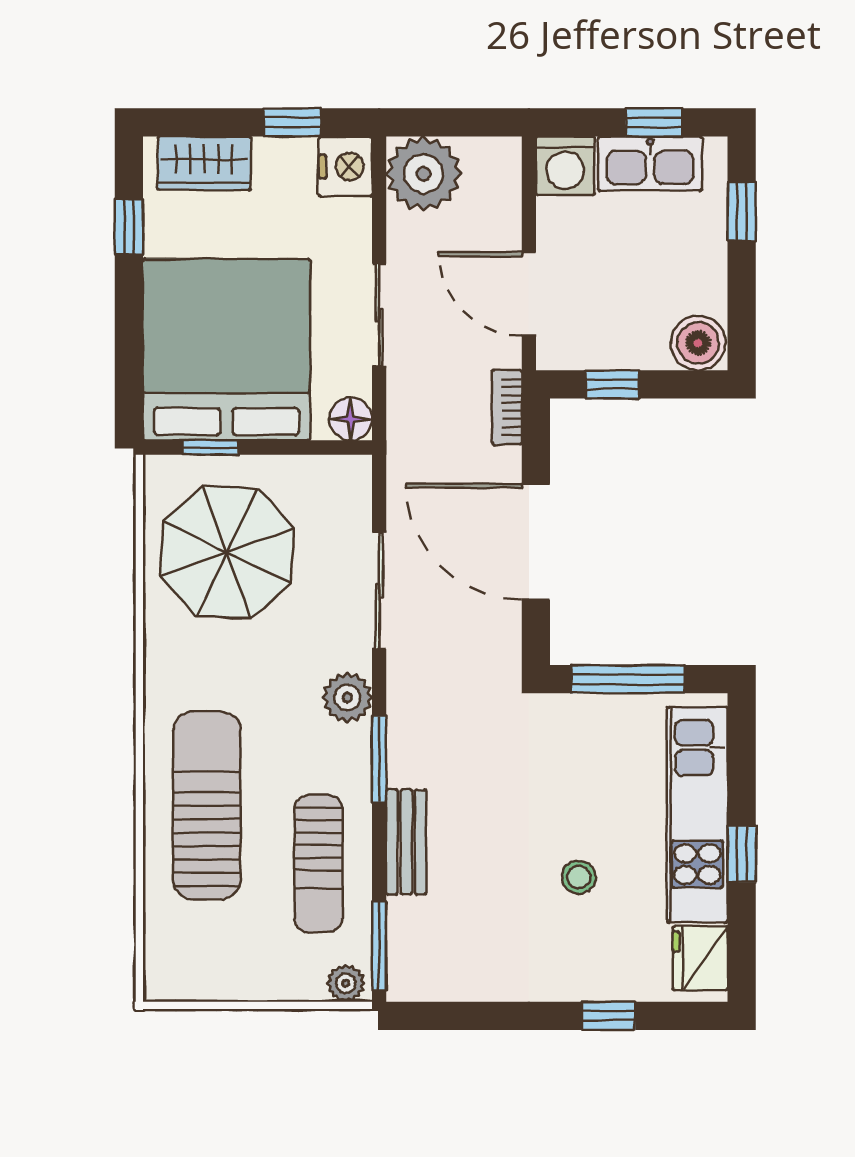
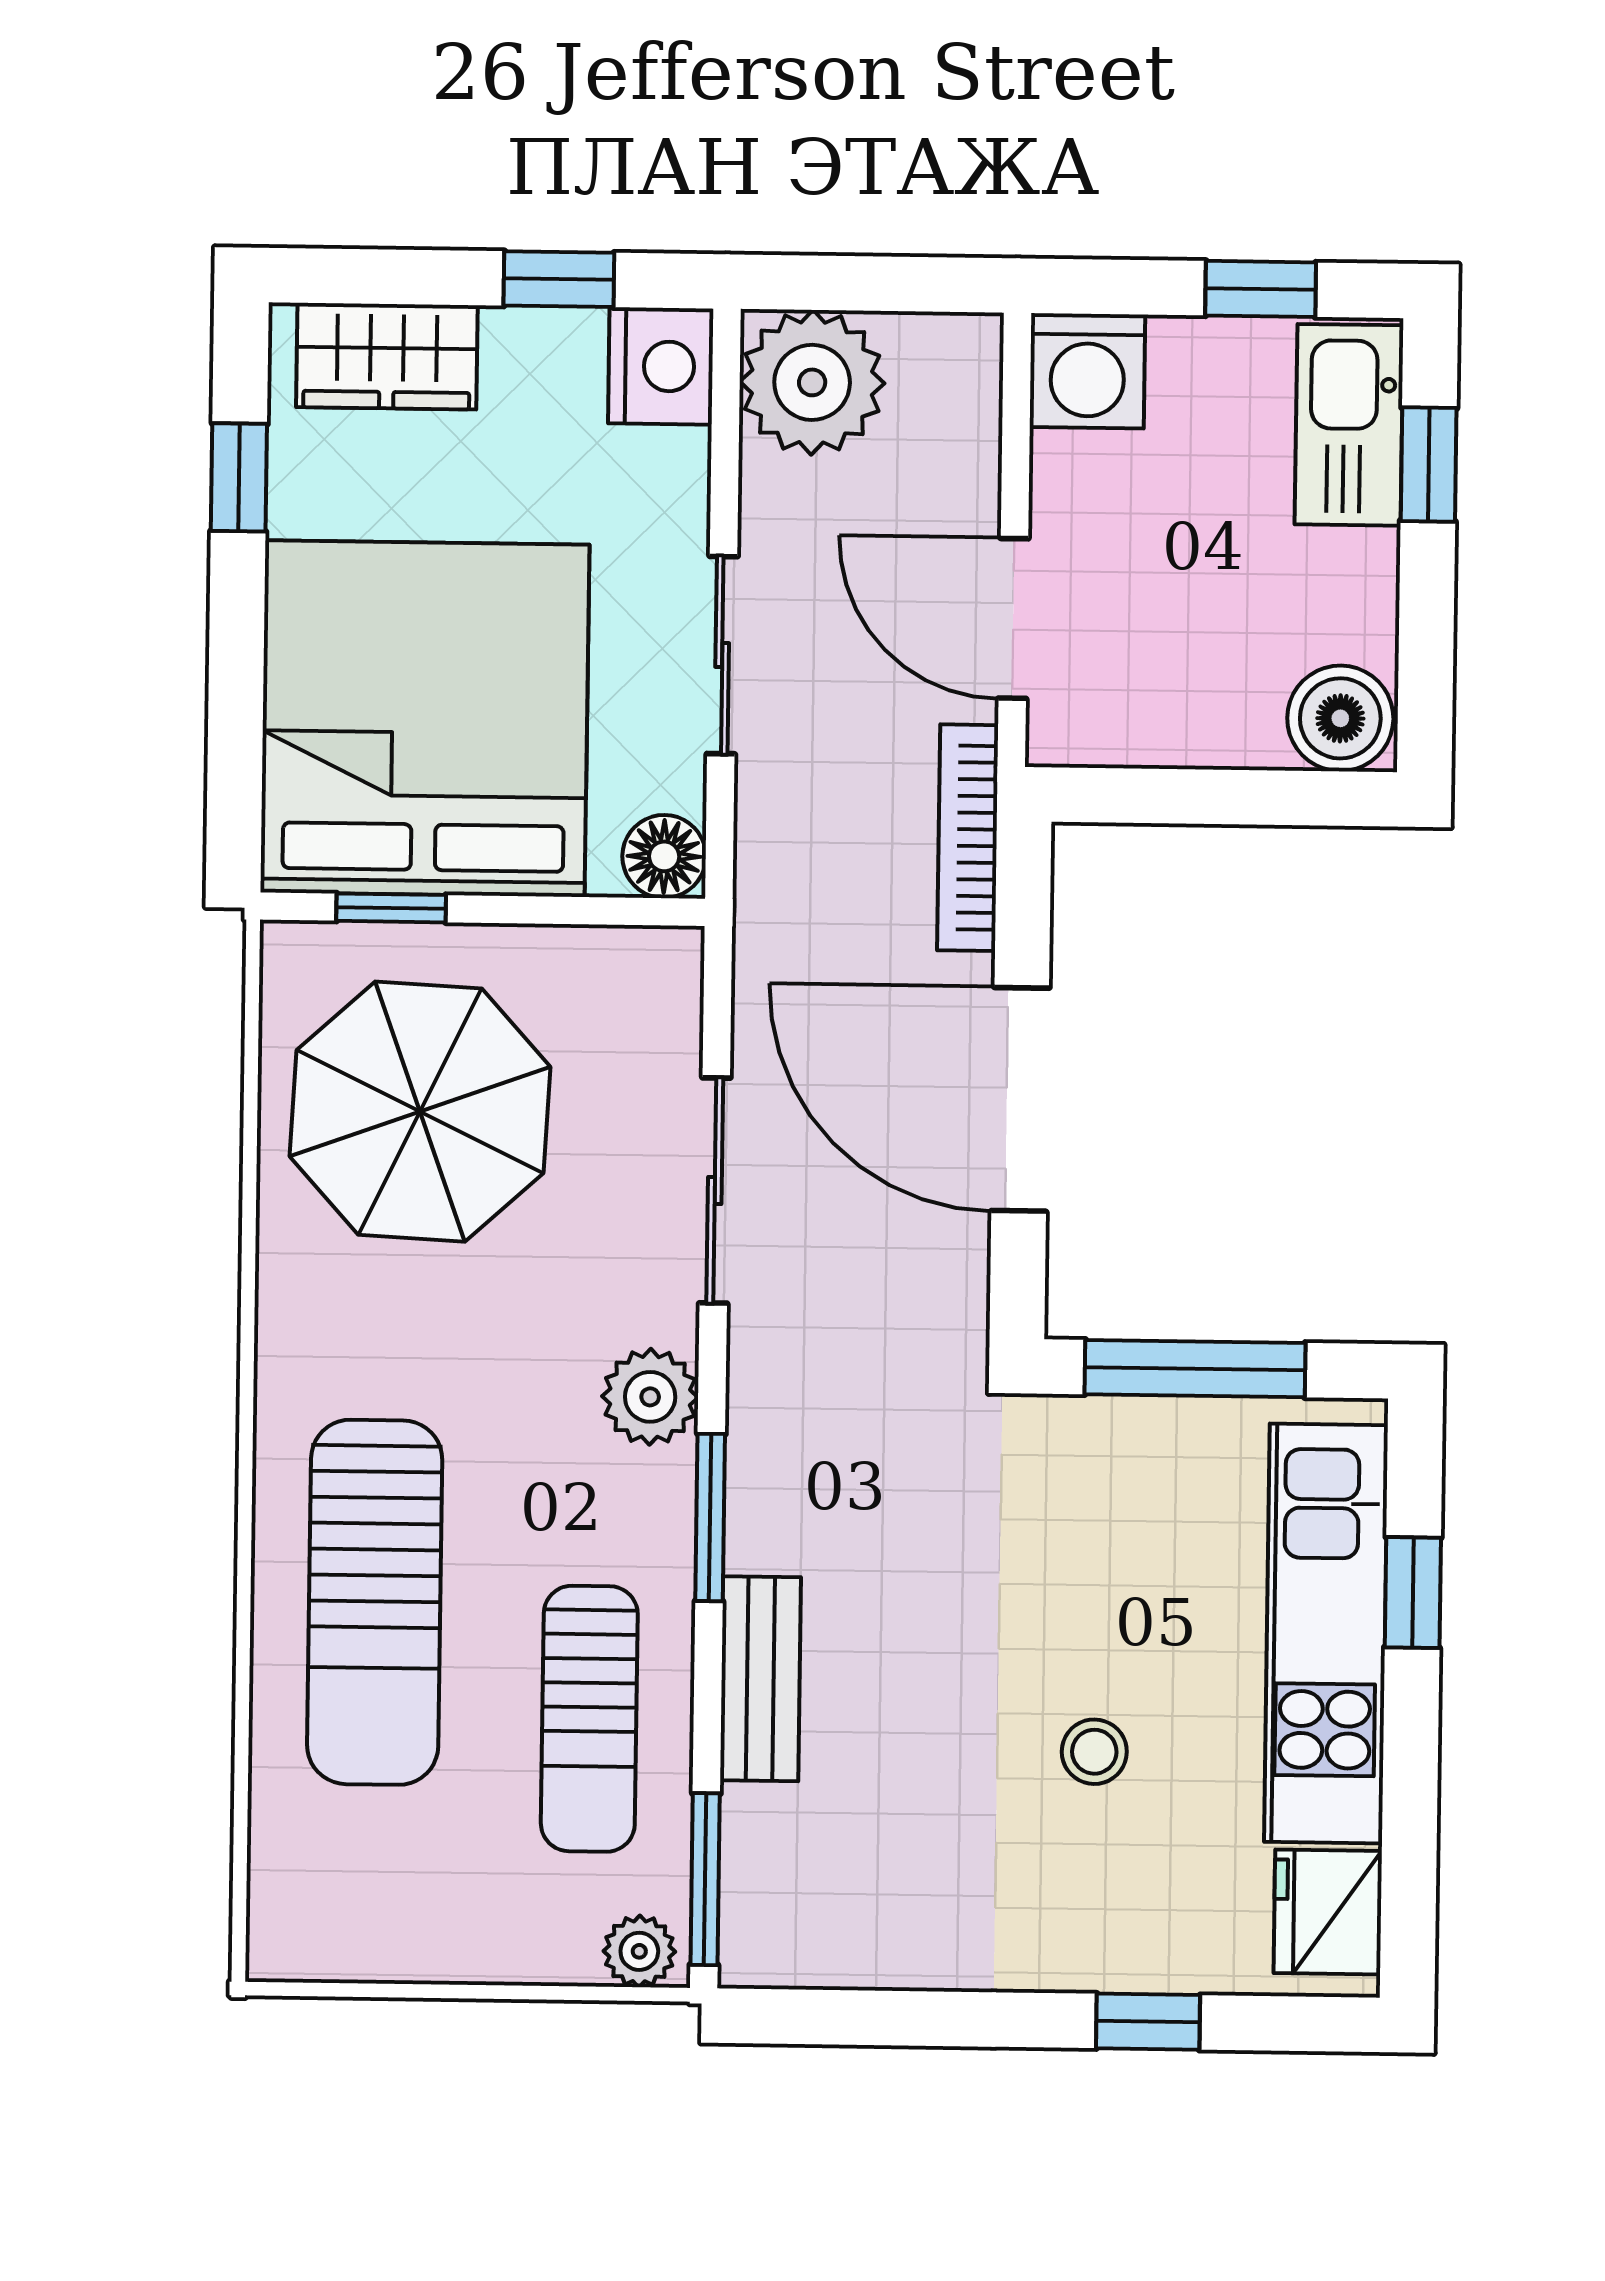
kitchen sink: (650, 164) -> (1349, 425), moved, turned 90
window: (612, 384) -> (1173, 796), removed
bookcase: (507, 407) -> (968, 838), width x1.56
sun lounger: (207, 805) -> (375, 1602), turned 180
window: (742, 854) -> (1413, 1593), moved

